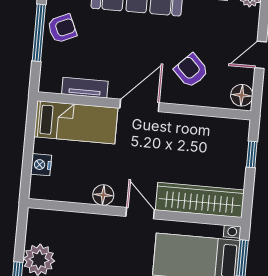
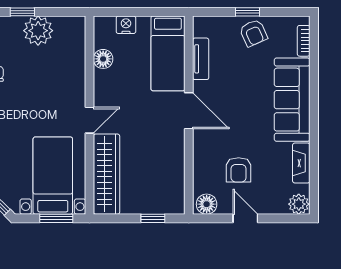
window: (39, 33) -> (247, 12), width x0.46
armchair: (191, 71) -> (239, 170), moved, turned 135
floor lamp: (103, 195) -> (103, 59), moved

